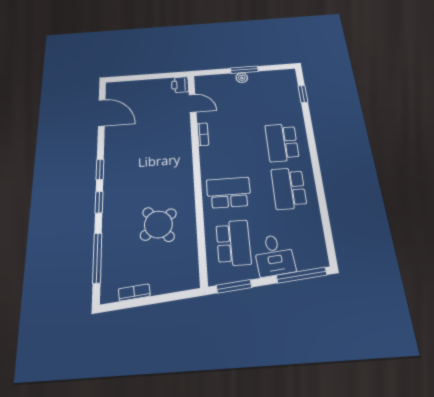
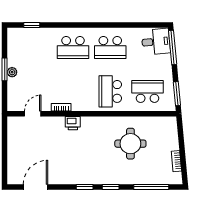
printer: (180, 85) -> (73, 123), moved
round table: (158, 224) -> (130, 144), turned 38
desk: (274, 255) -> (156, 42), moved

